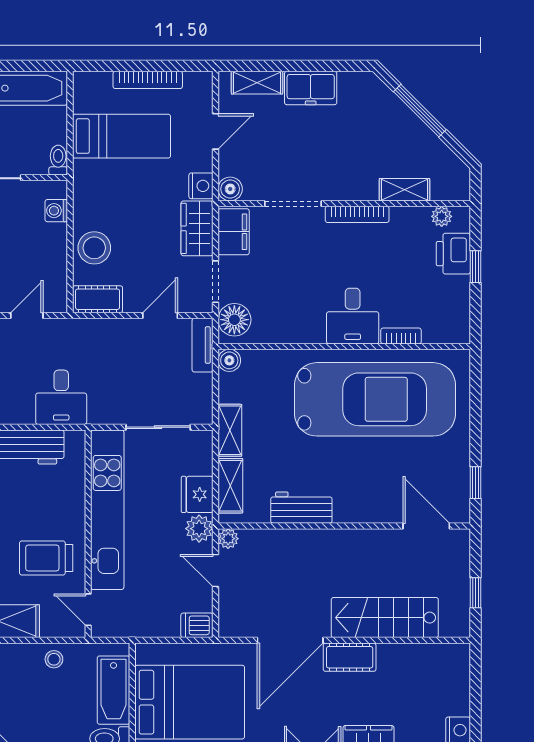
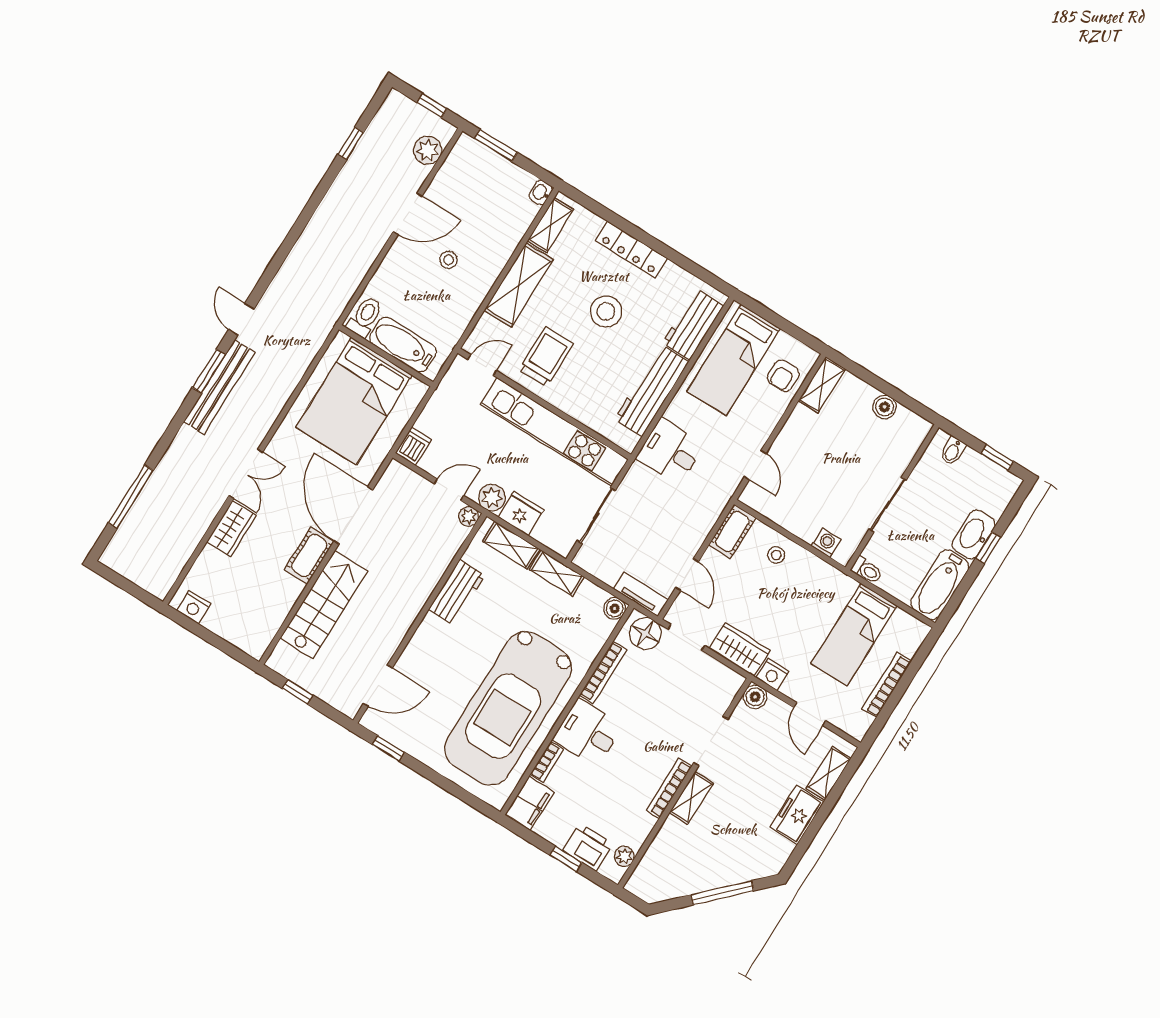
shelving: (404, 190) -> (691, 798), moved
filing cabinet: (234, 232) -> (530, 803), moved, turned -90
stool: (94, 248) -> (776, 555), width x0.53, depth x0.53
bookcase: (292, 336) -> (603, 672), added
stool: (54, 659) -> (449, 260), moved

